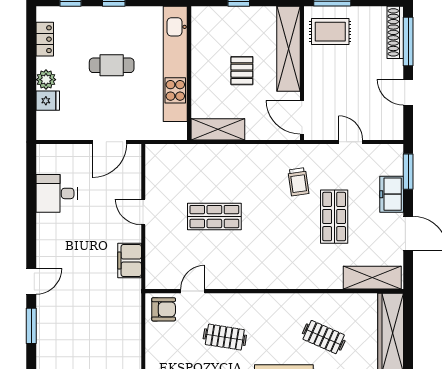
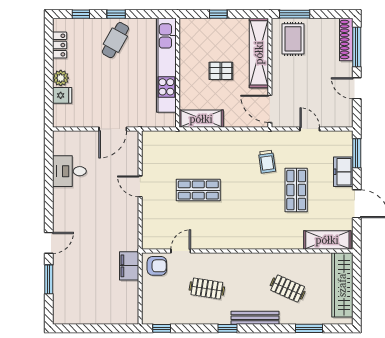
rug: (330, 32) -> (293, 39), turned 90
cafe table: (112, 65) -> (115, 40), moved, turned -61
pallet: (242, 71) -> (221, 71), turned 90
filing cabinet: (130, 261) -> (129, 266), moved

